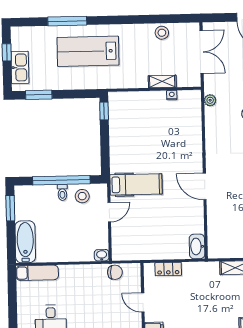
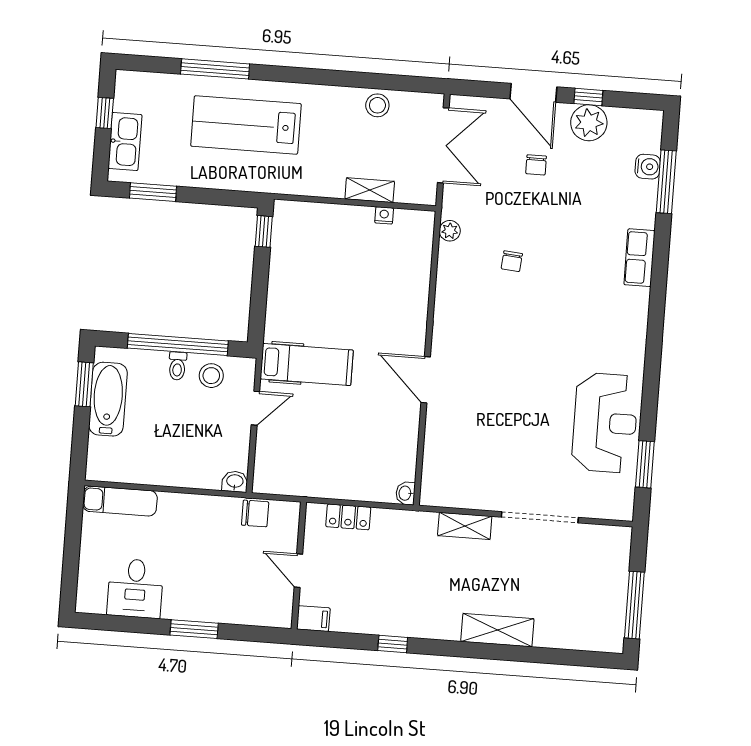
bathtub: (25, 242) -> (108, 399), moved
washbasin: (197, 246) -> (405, 493), width x0.52, depth x0.69

